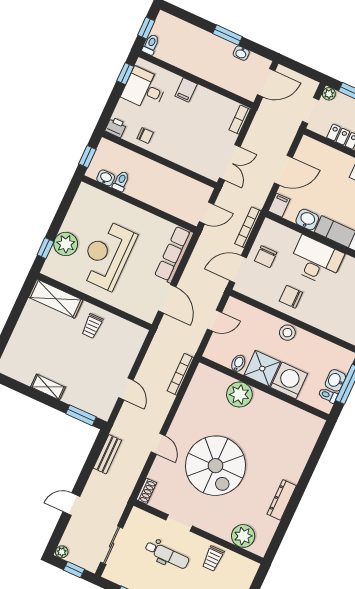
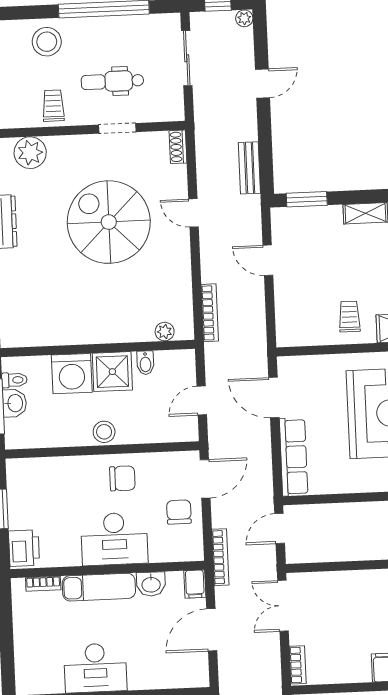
bookcase: (248, 227) -> (220, 557), moved
plant: (239, 394) -> (165, 332), moved, width x0.53, depth x0.53

